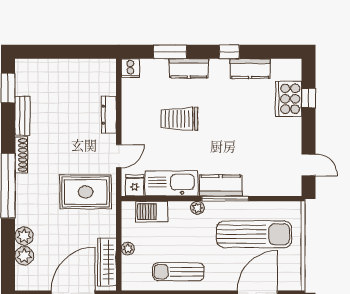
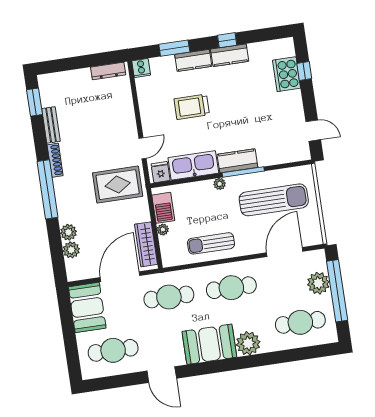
kitchen counter: (250, 69) -> (230, 55), moved
dresser: (109, 115) -> (108, 71), moved, turned -90
barbecue: (152, 212) -> (163, 208), moved, turned -90

